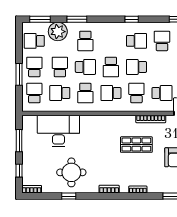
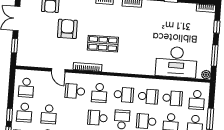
school desk: (136, 67) -> (98, 118), turned 180
school desk: (85, 93) -> (148, 96), turned 90
plant: (27, 120) -> (206, 75), added
round table: (71, 172) -> (167, 22), removed

